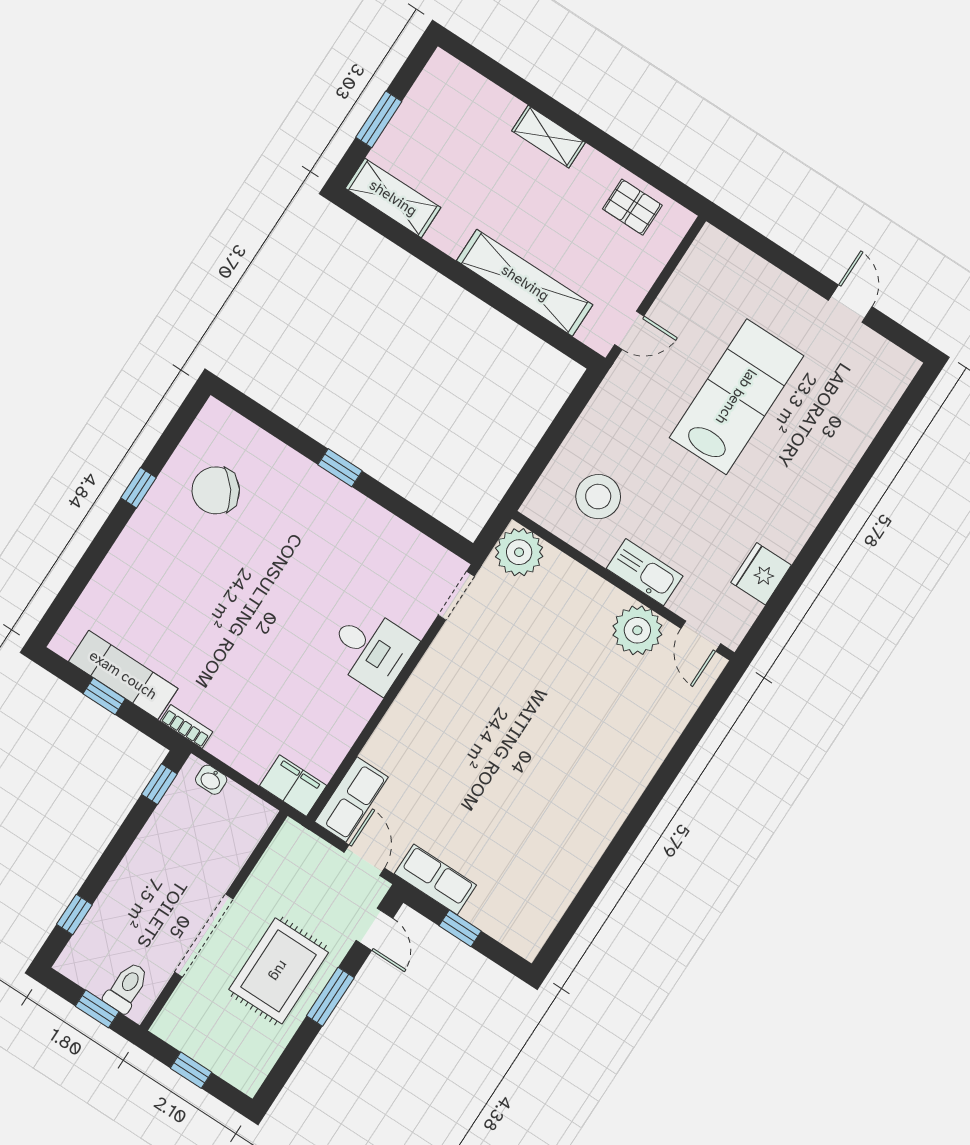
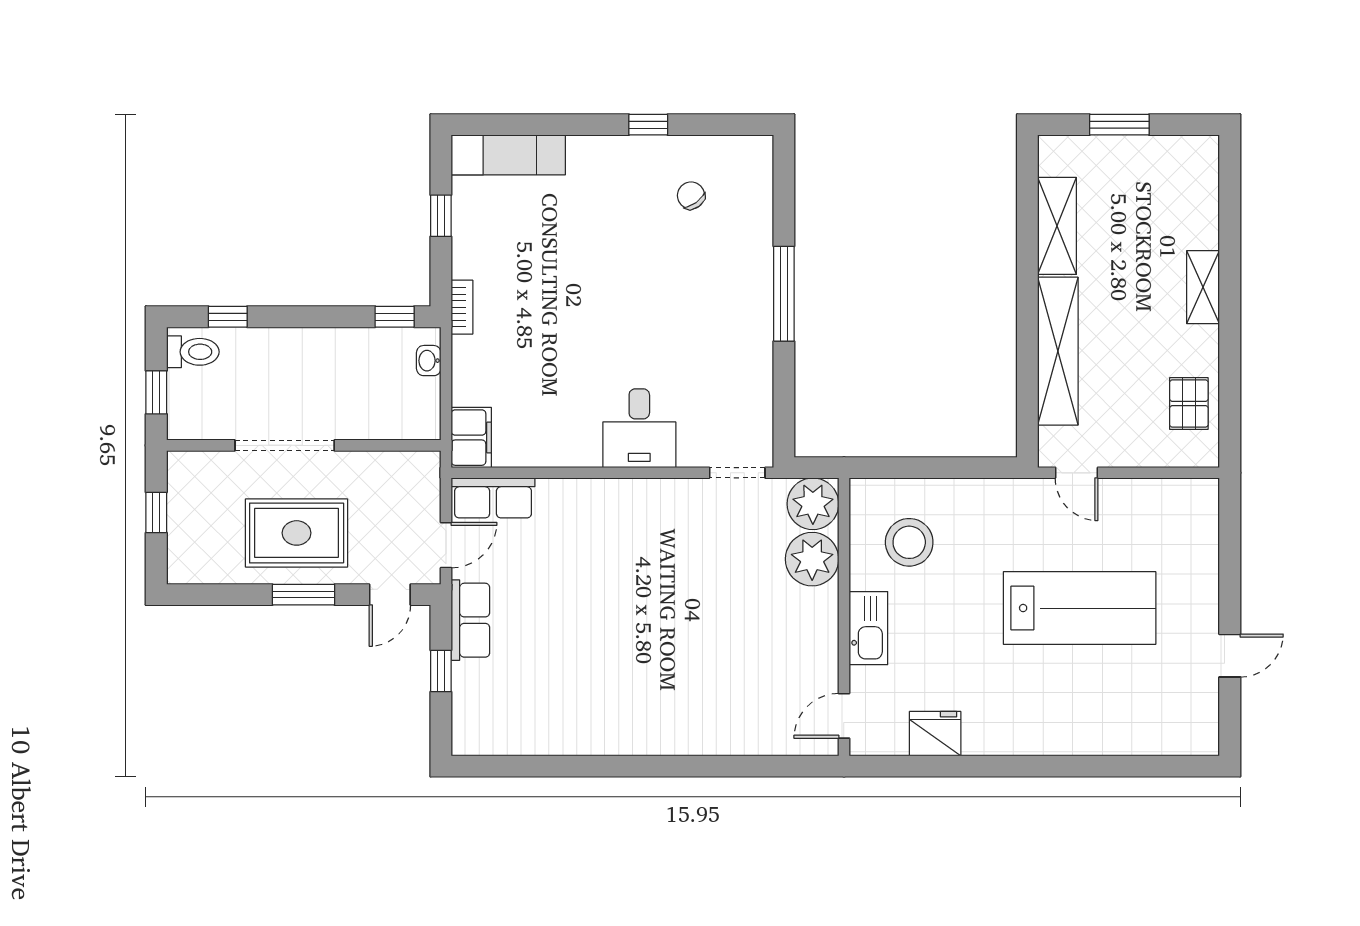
shelving: (393, 198) -> (1057, 226), moved
window: (340, 468) -> (784, 294), width x2.17
chair: (216, 490) -> (691, 195), width x0.54, depth x0.54
plant: (637, 630) -> (812, 559), moved
exam couch: (123, 675) -> (508, 155), moved, turned 90
toilet: (127, 987) -> (193, 352), moved

